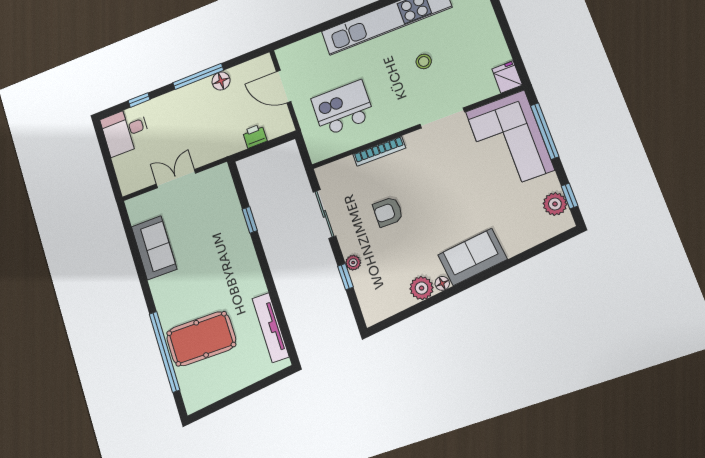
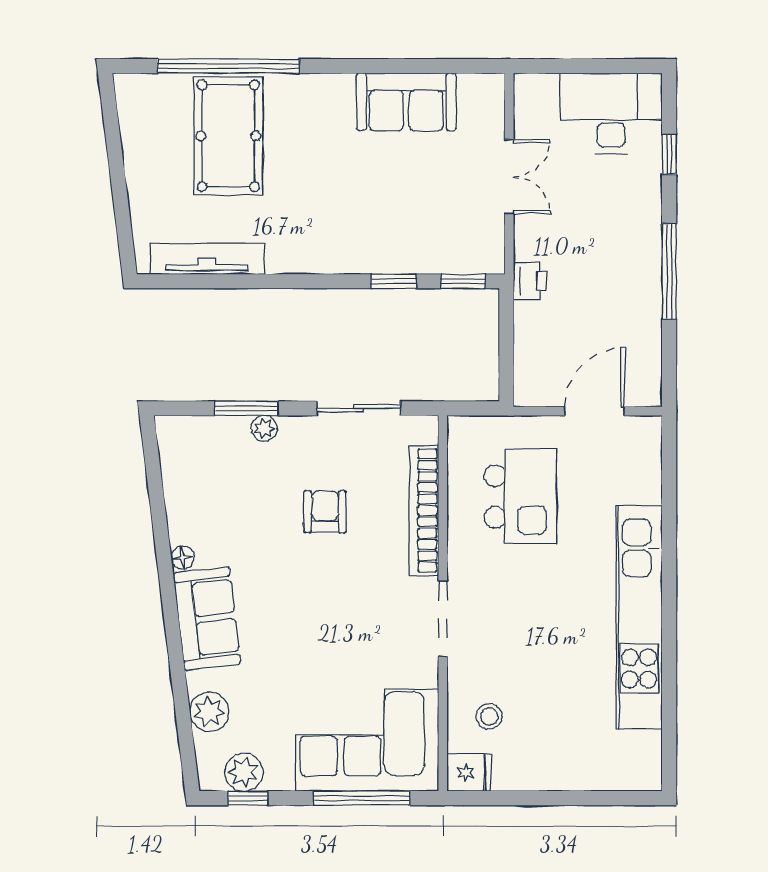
stool: (424, 61) -> (489, 716), moved
floor lamp: (221, 81) -> (646, 308), removed
doorway: (442, 118) -> (443, 619), moved
desk: (125, 131) -> (611, 113), width x1.37
printer: (255, 136) -> (530, 281), moved
bookcase: (379, 151) -> (424, 510), width x1.48, depth x1.31
window: (238, 183) -> (463, 281), added
window: (345, 277) -> (246, 408), width x1.50
plant: (422, 288) -> (209, 712), moved

